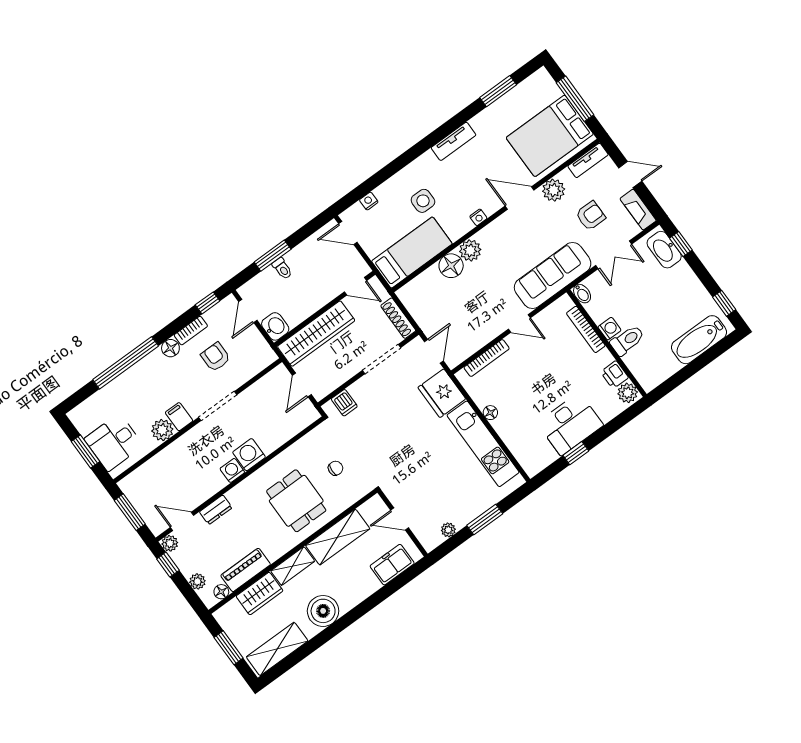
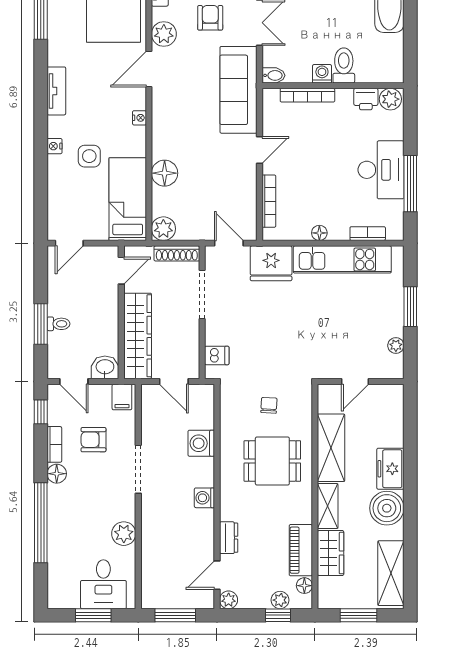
nightstand: (369, 201) -> (55, 146), moved
plant: (470, 250) -> (163, 229), moved
filing cabinet: (179, 417) -> (122, 397), moved, turned -90
bookcase: (516, 449) -> (368, 234), added
window: (576, 453) -> (410, 184), width x2.17
washing machine: (249, 455) -> (201, 443), moved
window: (168, 565) -> (278, 615), moved
freezer: (392, 565) -> (390, 469), moved

